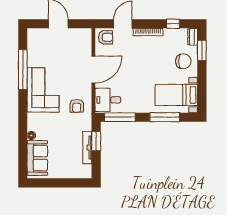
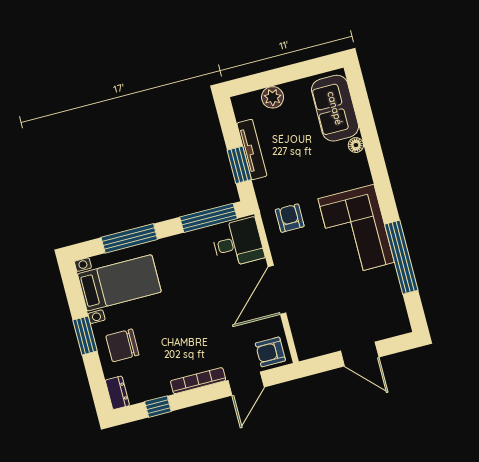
window: (202, 50) -> (85, 336), moved
plant: (69, 172) -> (273, 97), added

